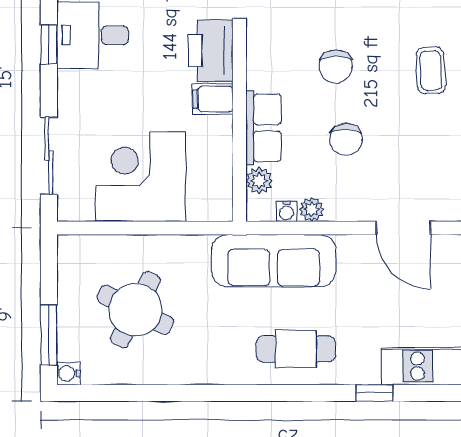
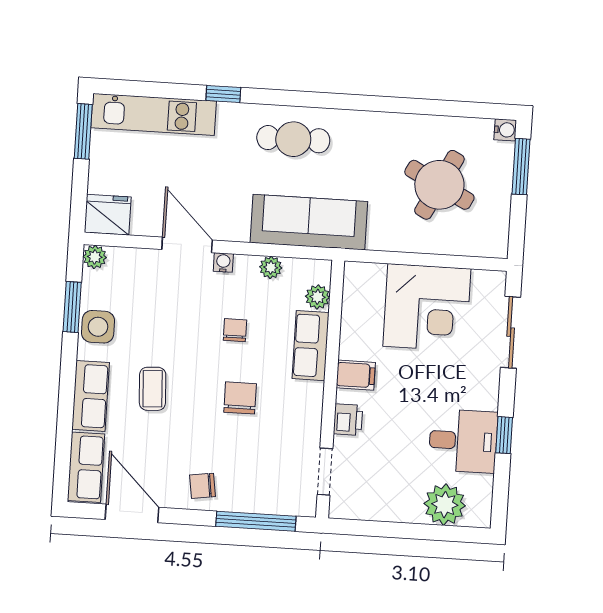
printer: (211, 51) -> (348, 420), width x0.53, depth x0.68
chair: (346, 139) -> (235, 330), width x0.73, depth x0.73
water cooler: (287, 211) -> (223, 263), moved

